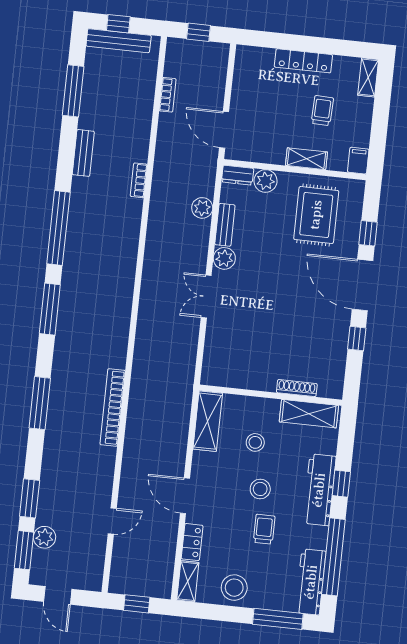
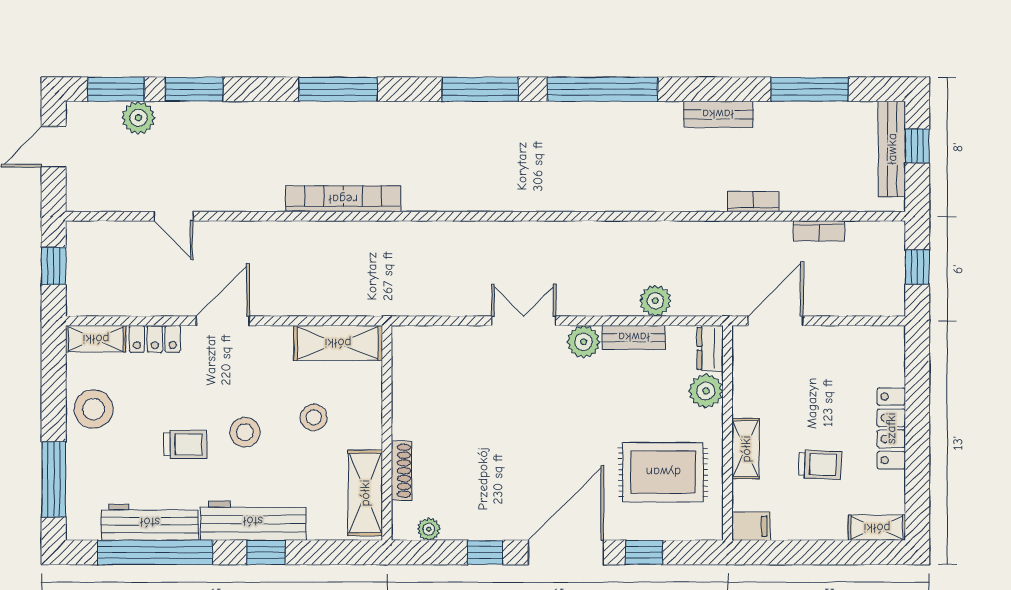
bookcase: (139, 180) -> (753, 202), moved
plant: (337, 374) -> (429, 529), added
workbench: (311, 582) -> (150, 522), moved

